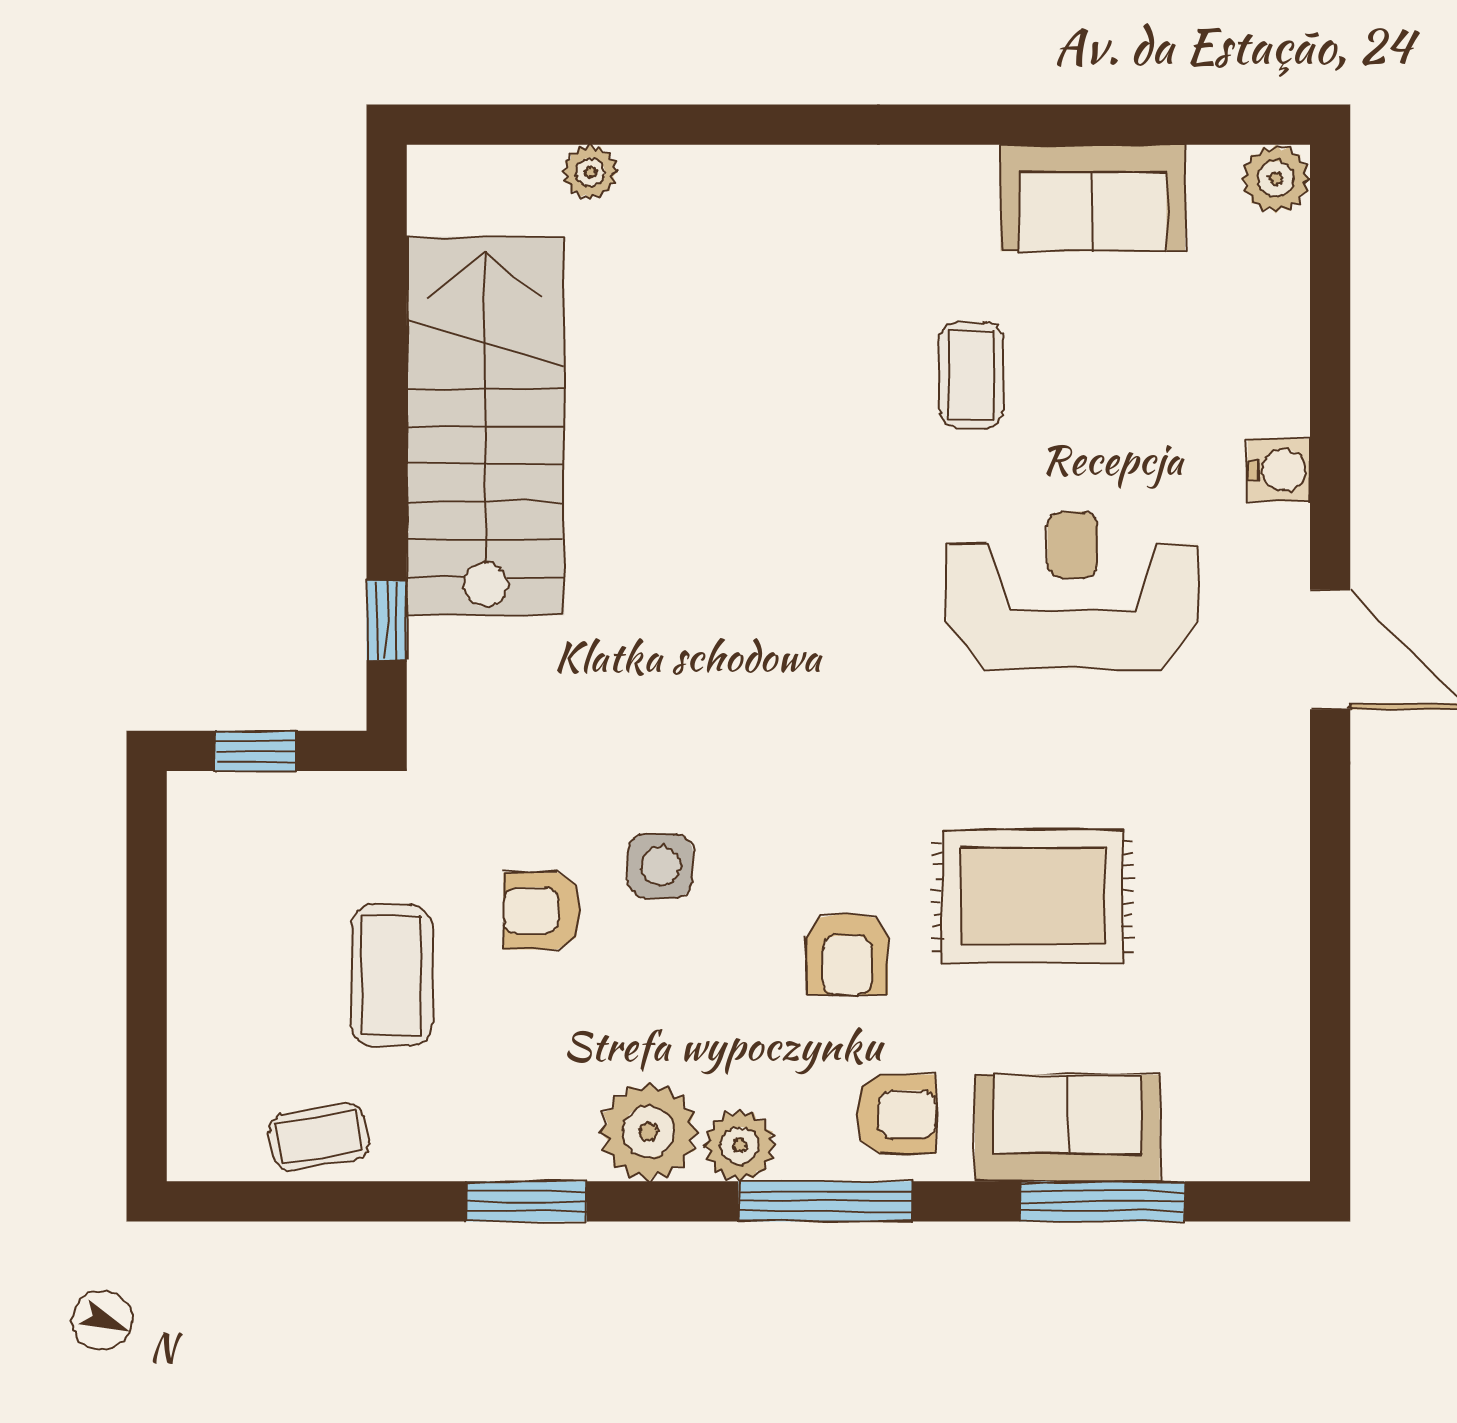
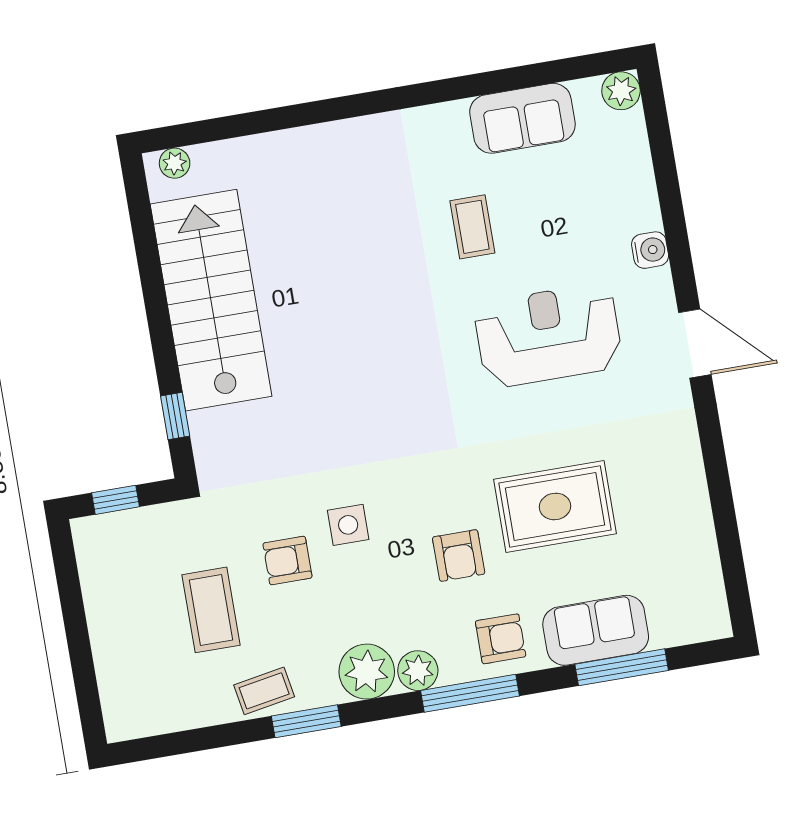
plant: (590, 172) -> (175, 163), moved
coffee table: (319, 1137) -> (264, 691), moved

